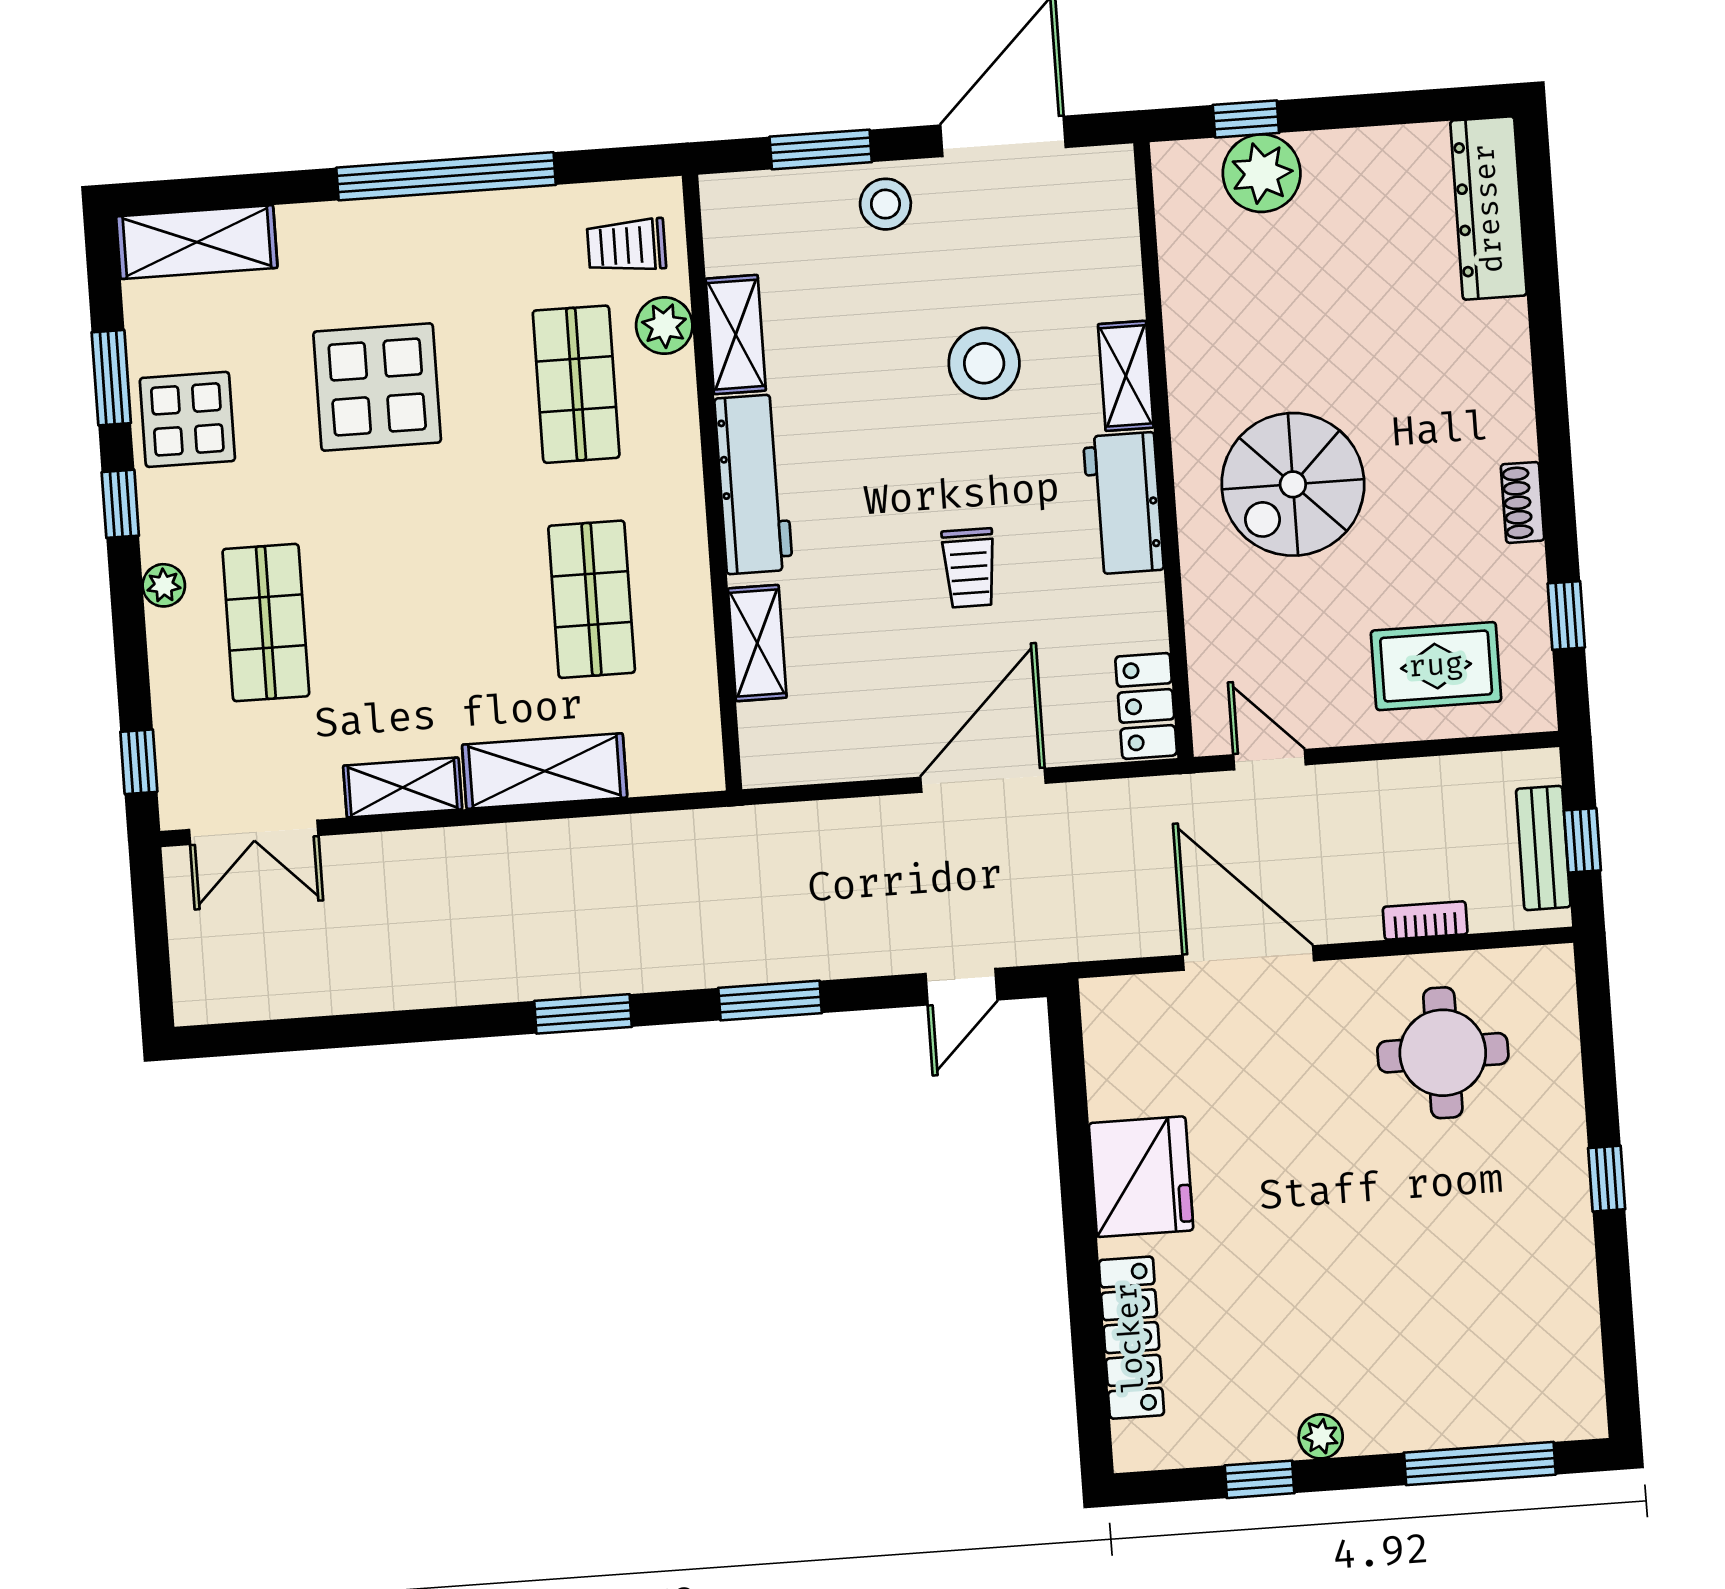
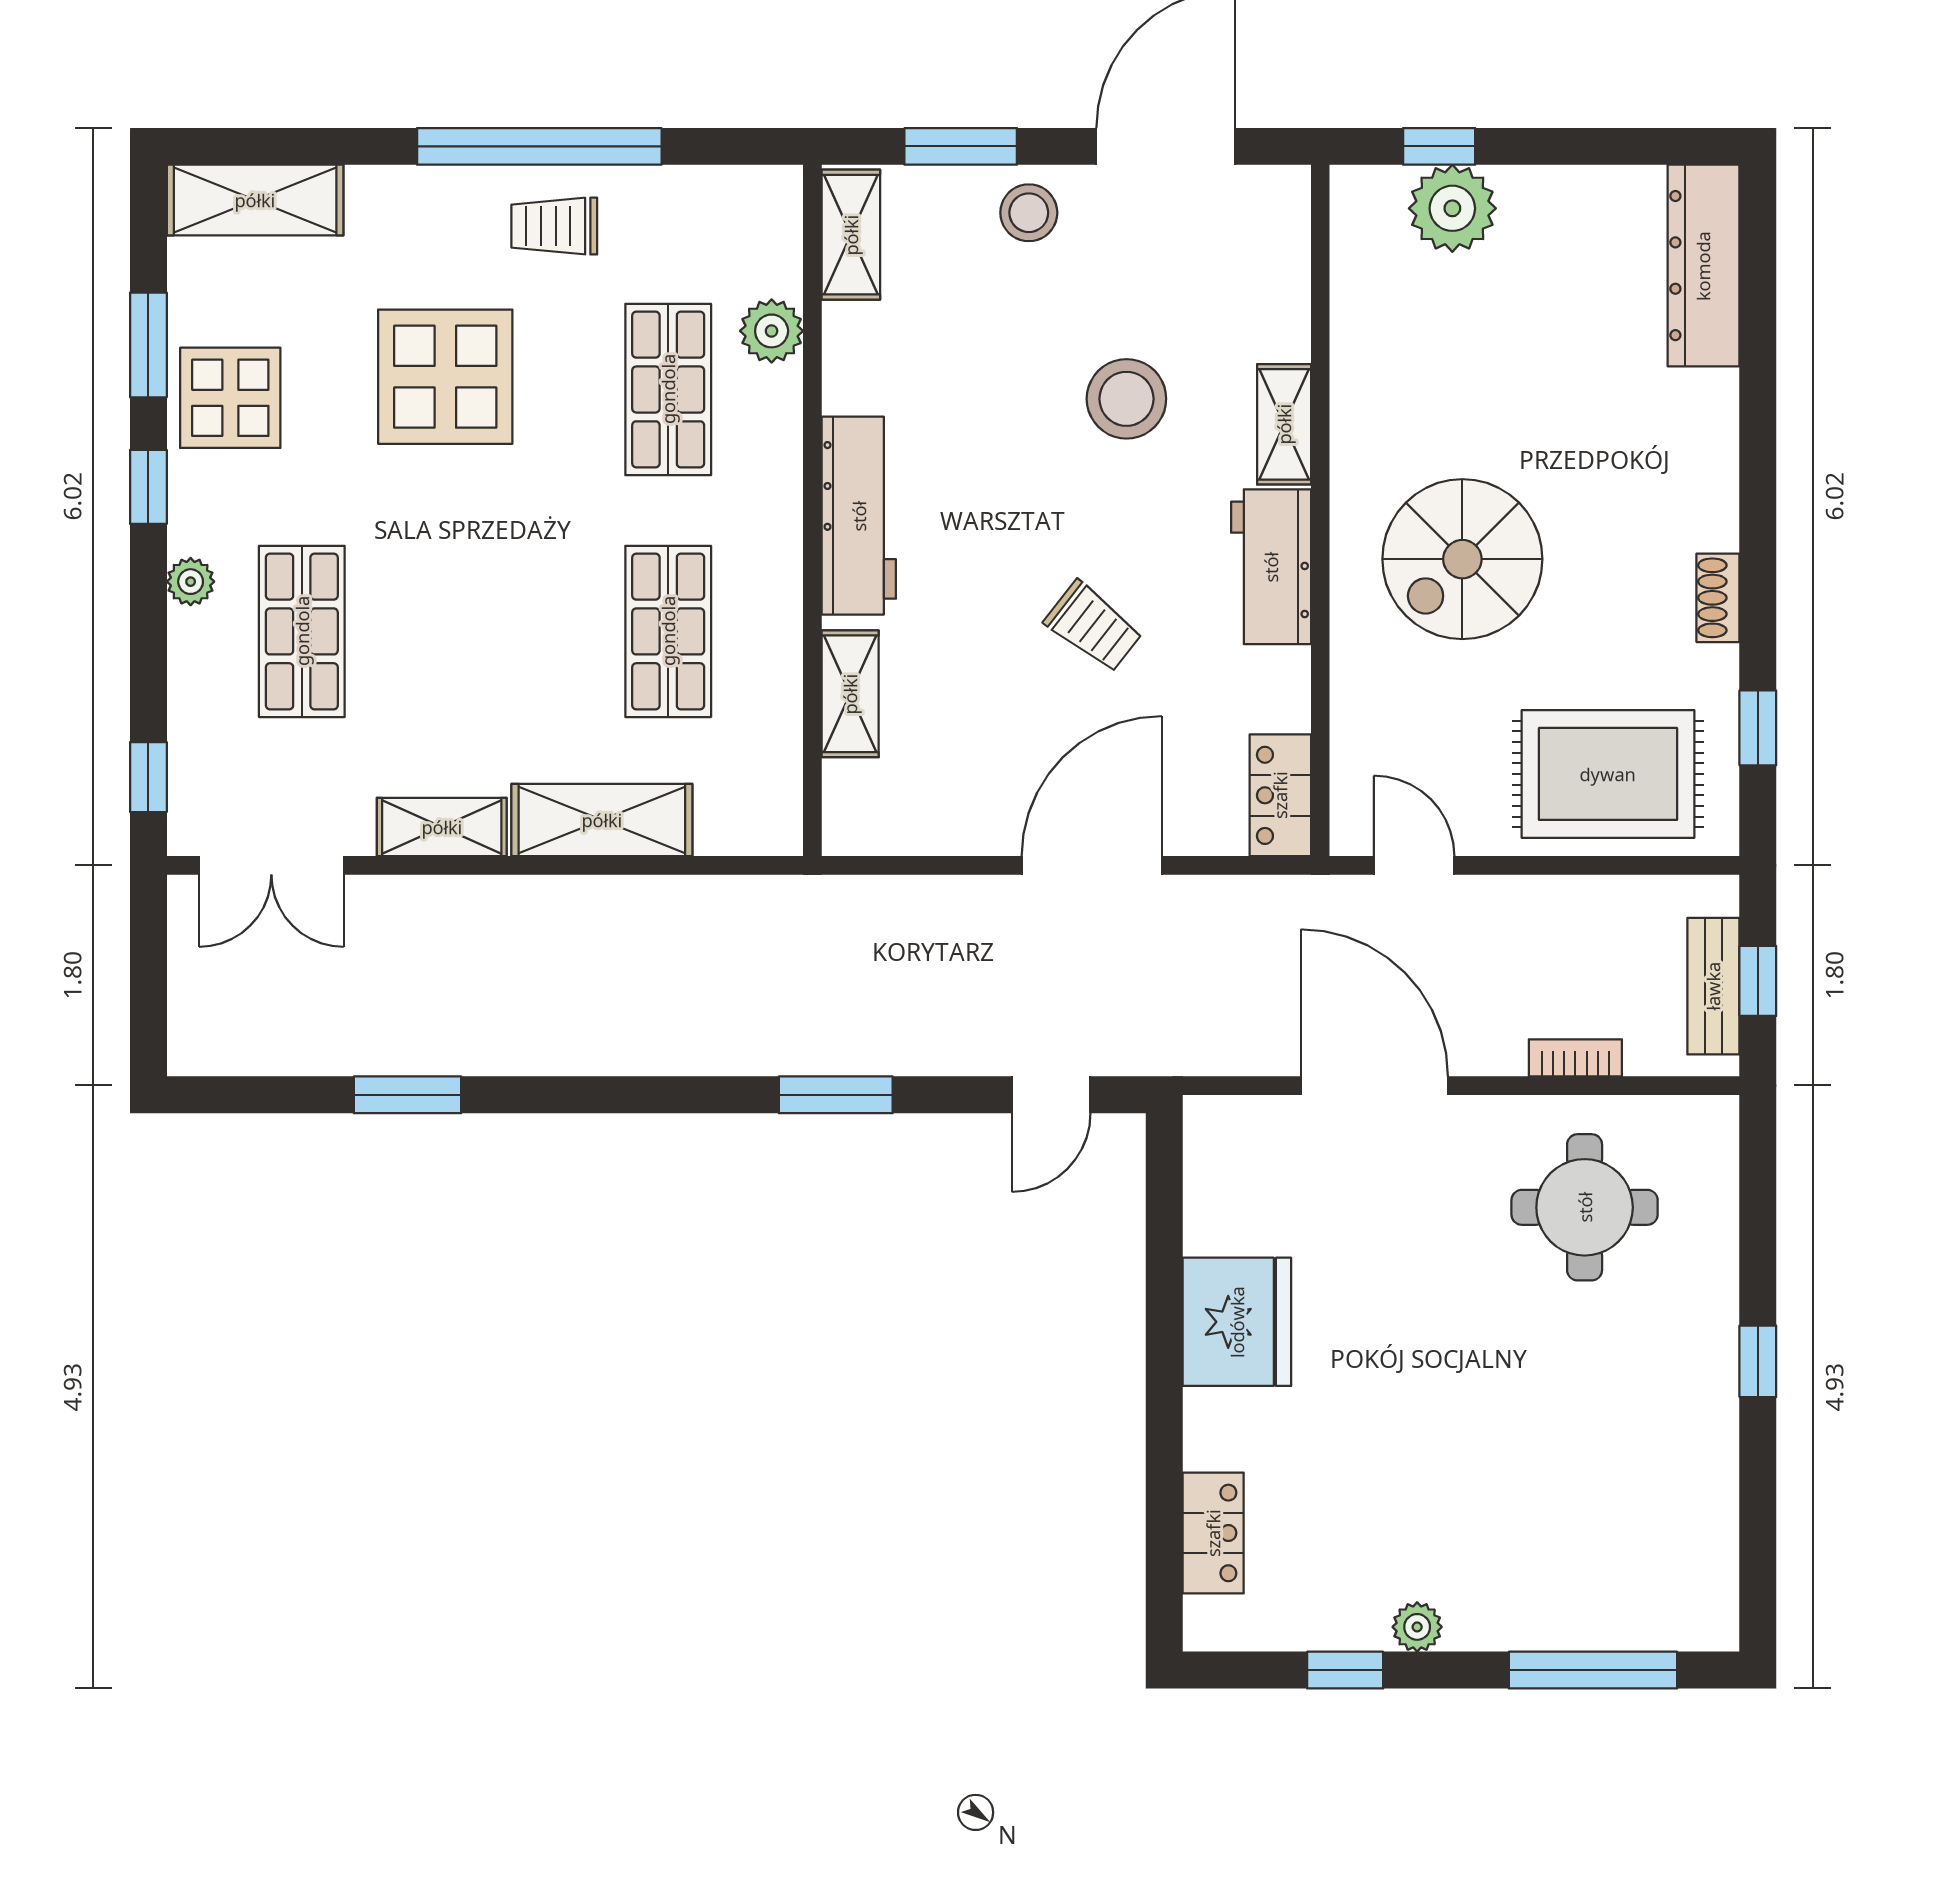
trolley: (626, 246) -> (554, 226), moved
shelving: (736, 335) -> (851, 235), moved
trolley: (969, 568) -> (1093, 627), turned -52
rug: (1436, 666) -> (1608, 774), width x1.36, depth x1.43
window: (583, 1014) -> (407, 1095), moved
locker: (1131, 1338) -> (1213, 1533), width x0.66

